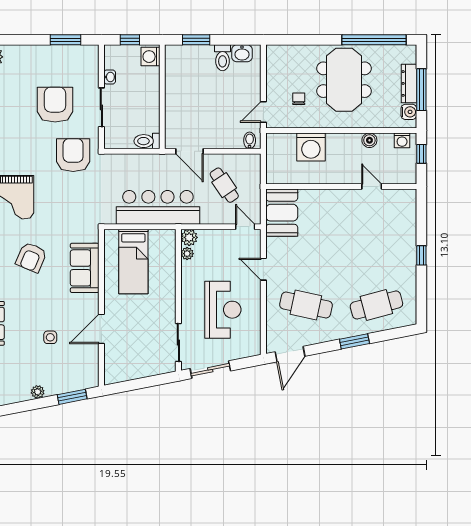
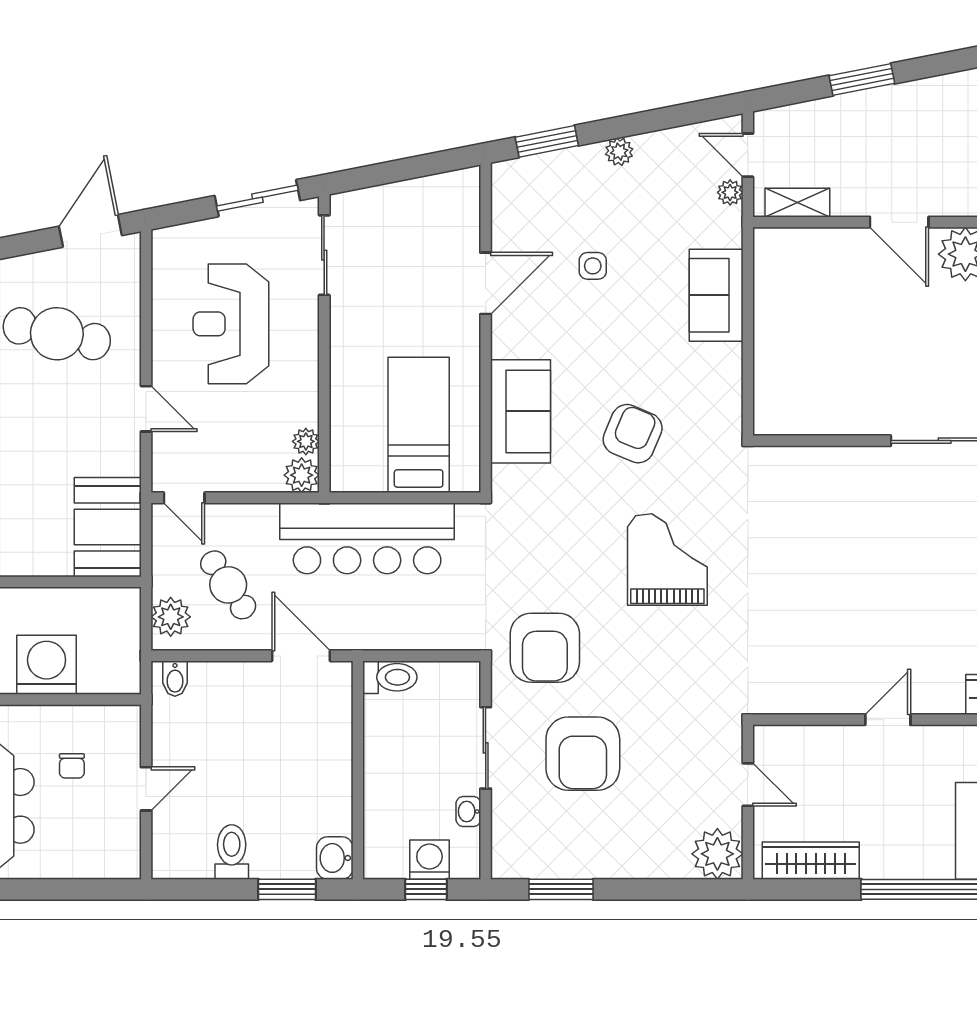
washbasin: (242, 53) -> (335, 858), moved, turned -90
washing machine: (151, 57) -> (429, 860), moved, turned -90
door: (263, 112) -> (146, 789), moved
plant: (252, 170) -> (171, 617), added

